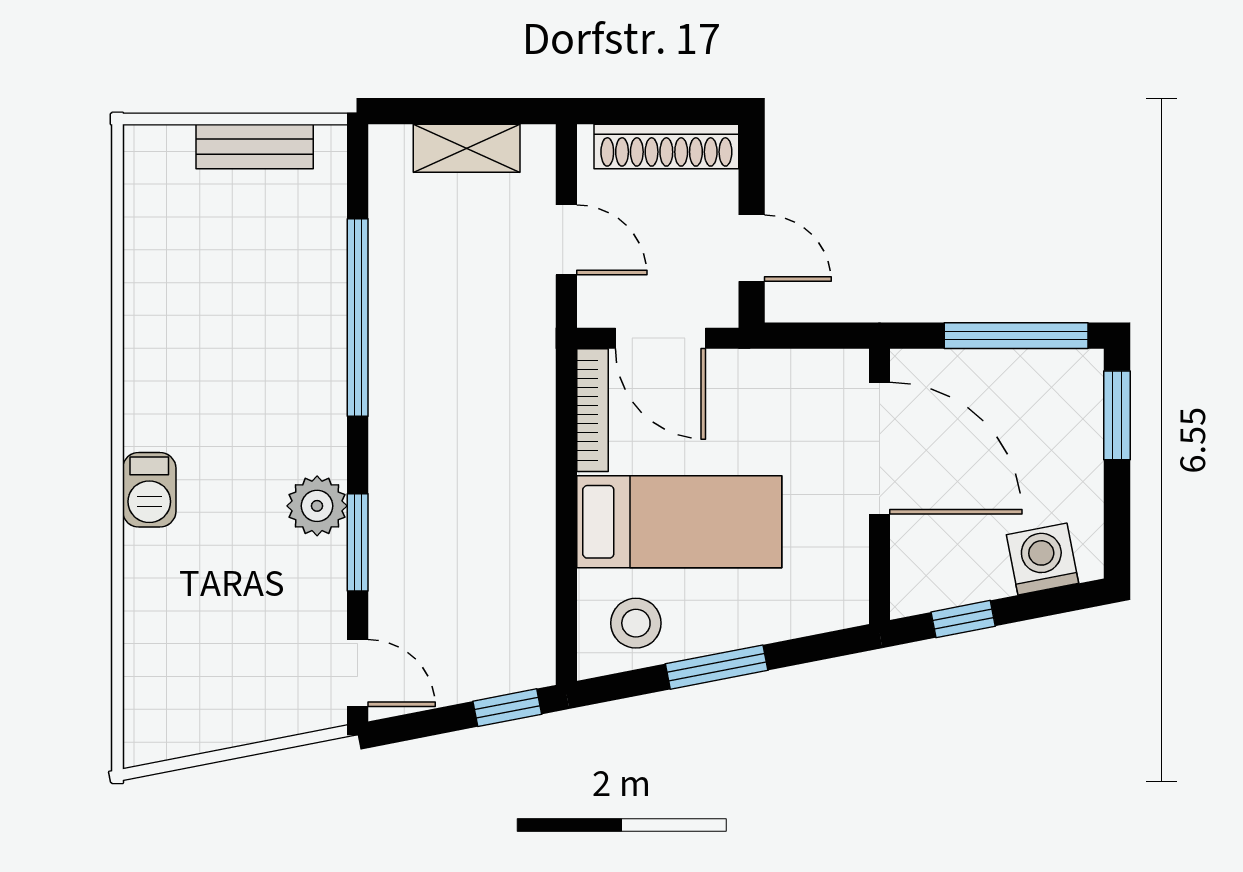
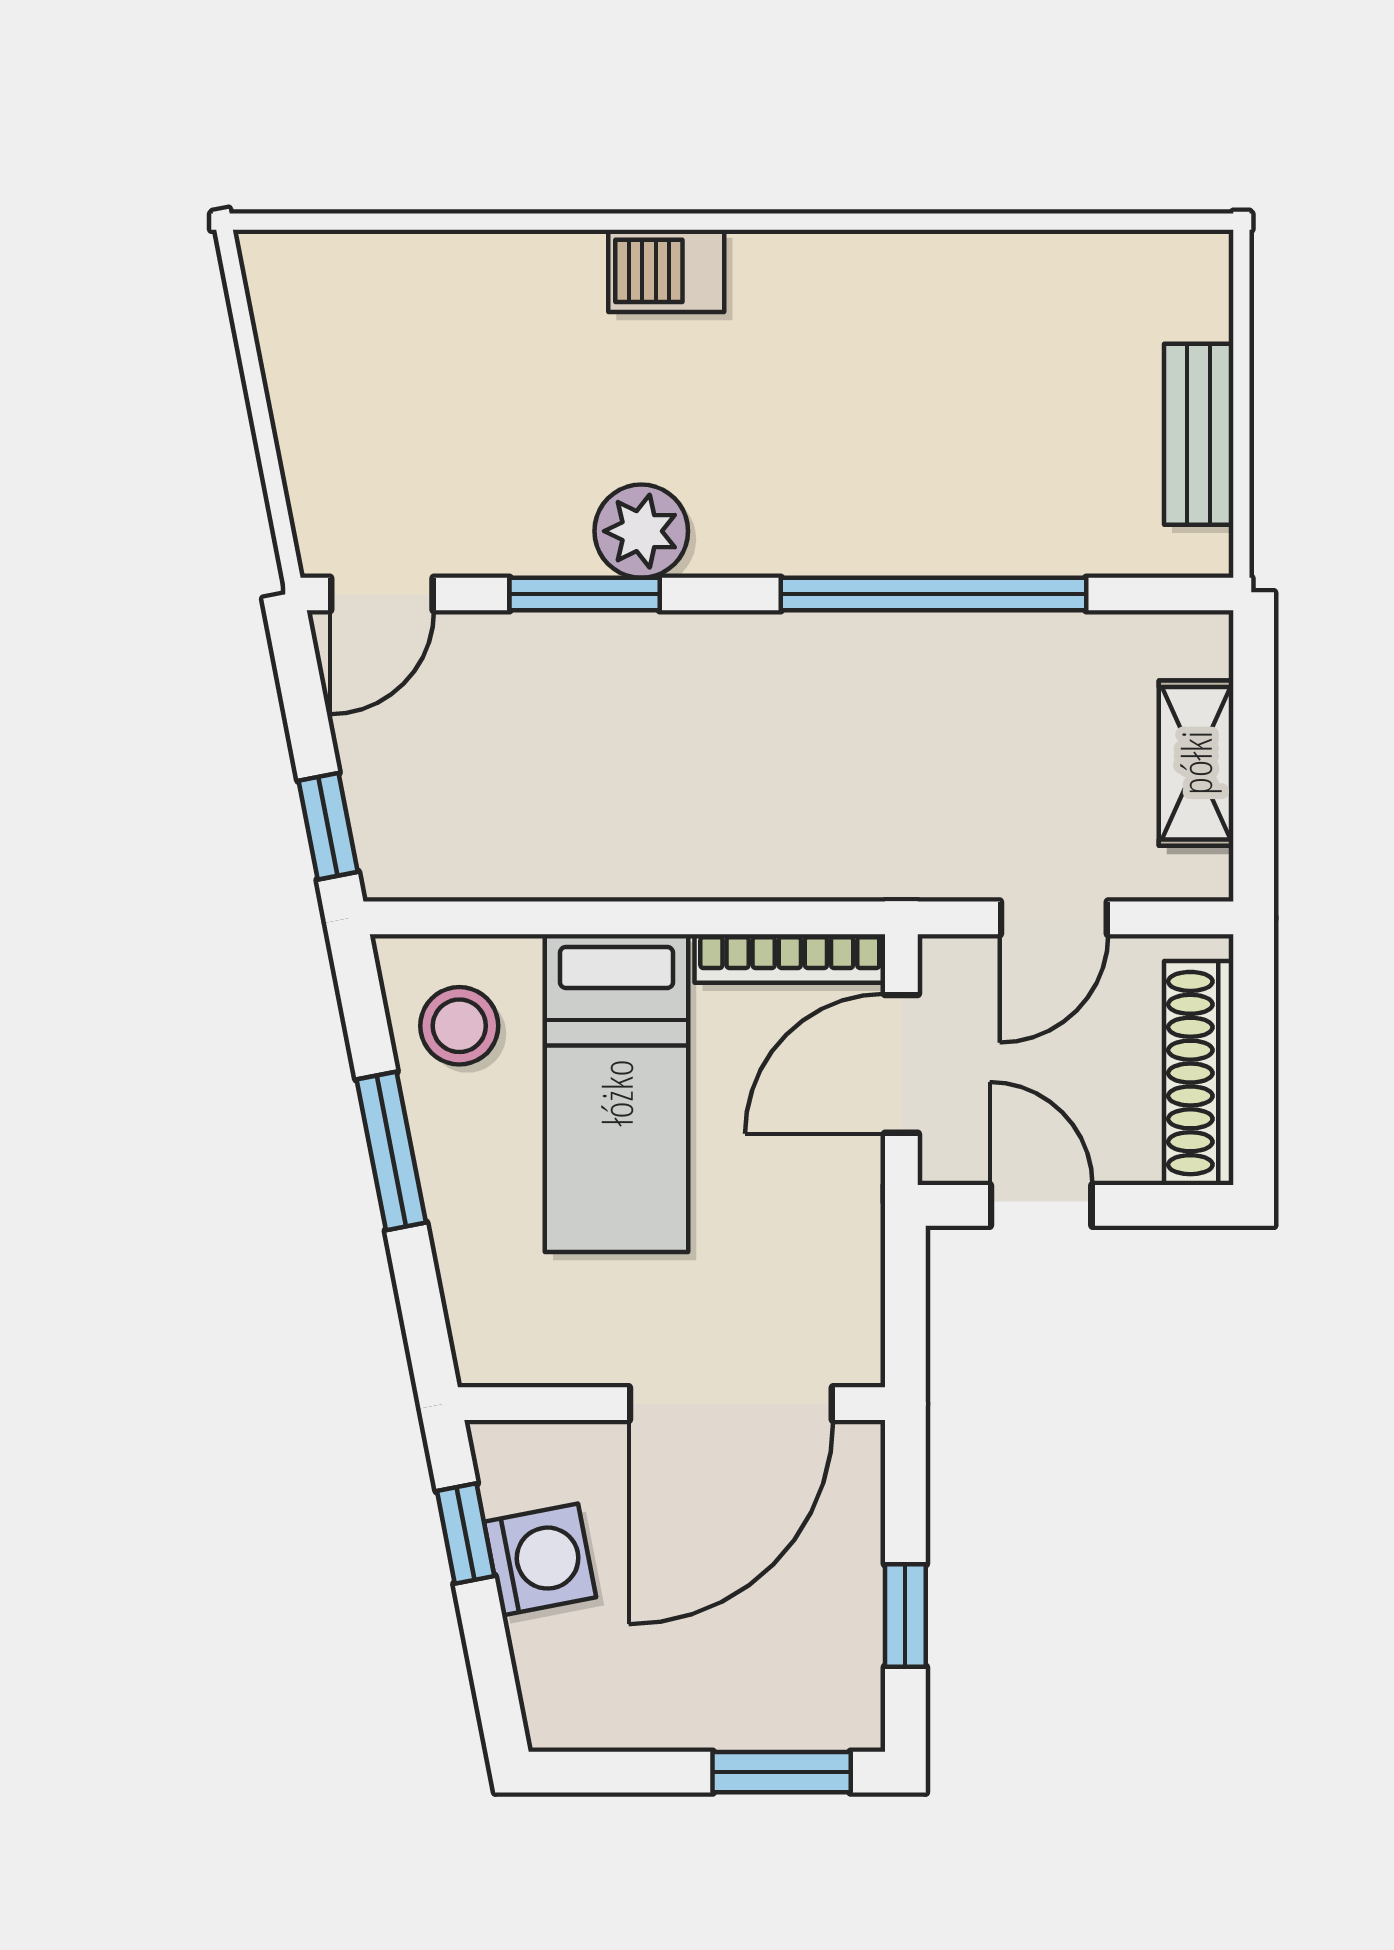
door: (752, 248) -> (1041, 1205), swing flipped
window: (1016, 336) -> (905, 1616), width x0.46
washing machine: (1042, 559) -> (540, 1560), moved

